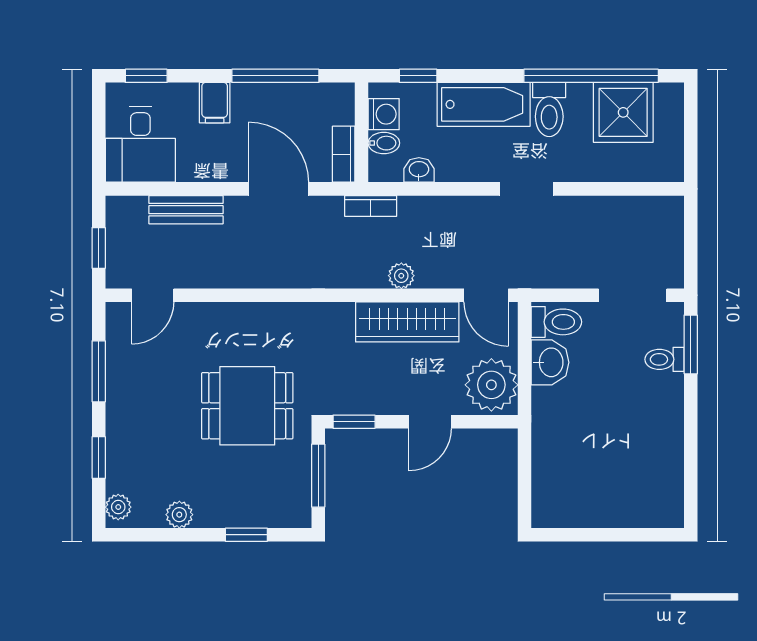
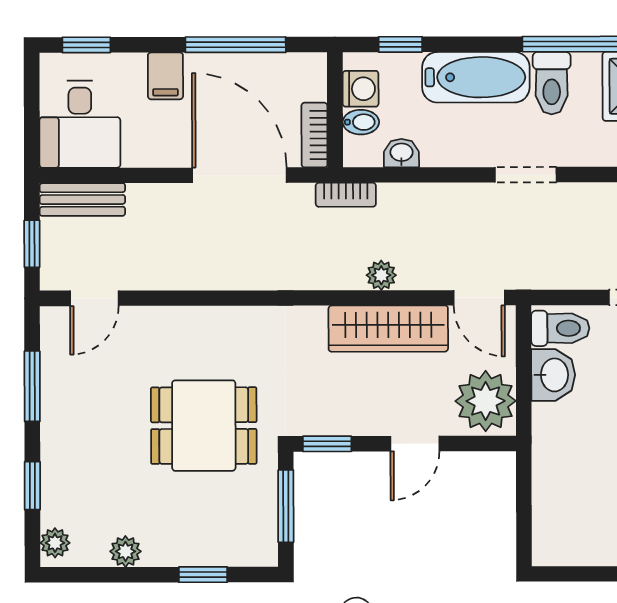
door: (279, 189) -> (239, 175), width x1.36
bench: (186, 210) -> (82, 200), moved

